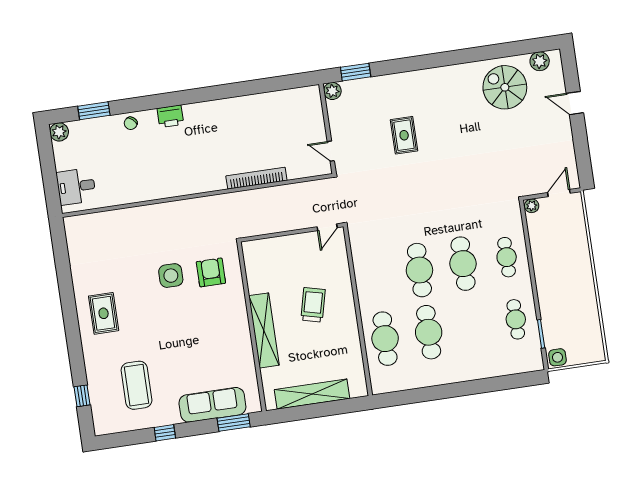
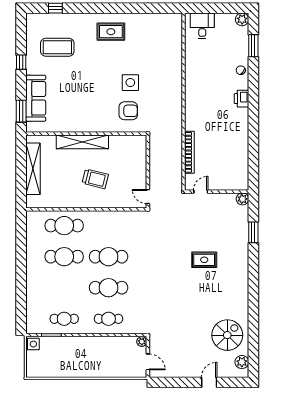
plant: (332, 91) -> (242, 199), moved
wall: (328, 129) -> (217, 192), moved
door: (331, 151) -> (201, 192), moved

